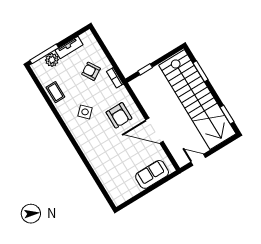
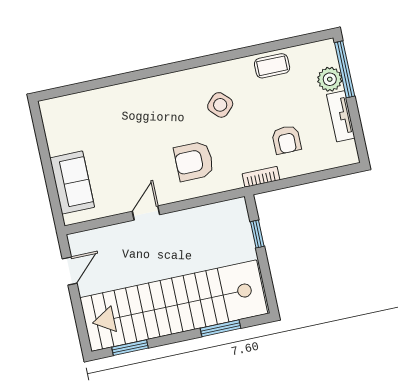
armchair: (91, 71) -> (286, 140), turned 121
door: (154, 131) -> (146, 213), width x0.53

